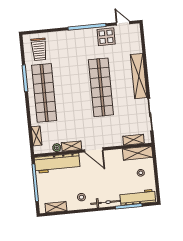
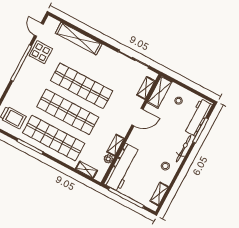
door: (123, 23) -> (39, 30), hinge flipped
shelving: (139, 76) -> (79, 39), moved
shop shelf: (73, 90) -> (68, 112), added
door: (94, 150) -> (137, 117), moved

